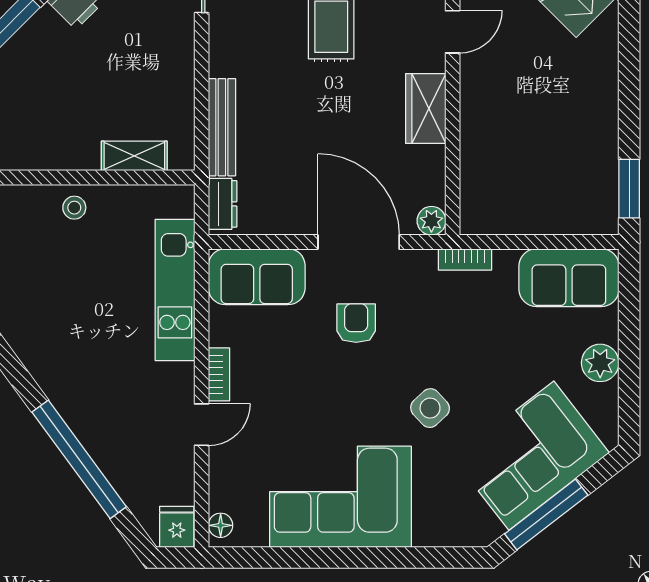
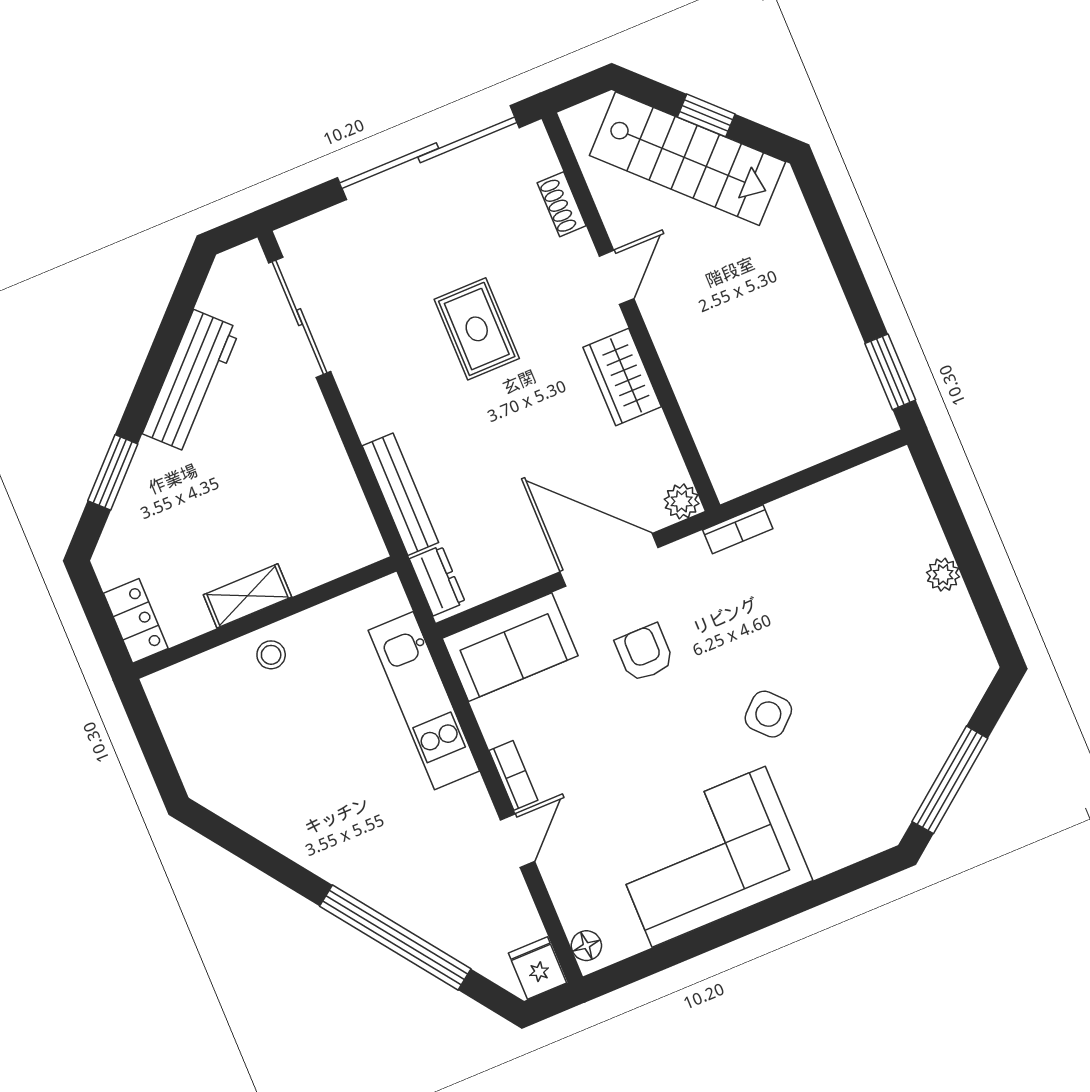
shelving: (134, 156) -> (247, 596), moved
sofa: (569, 278) -> (864, 501), removed
plant: (600, 363) -> (943, 575), width x0.73, depth x0.73
corner sofa: (531, 456) -> (905, 720), removed

